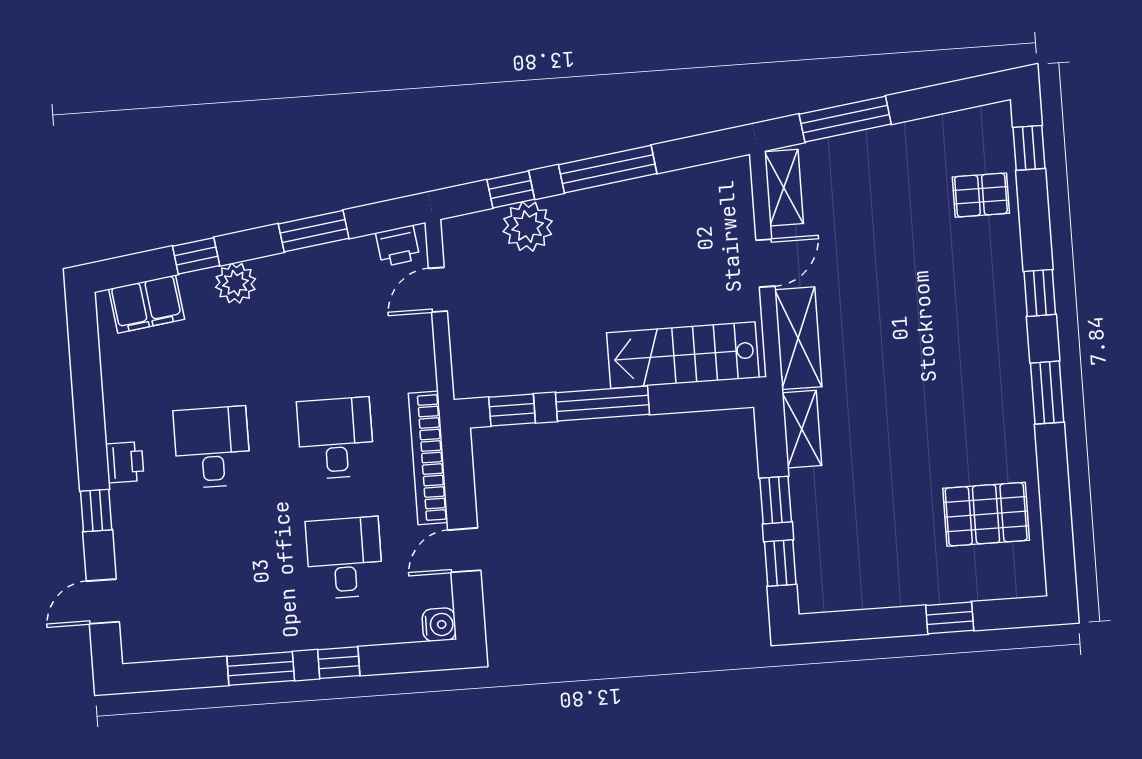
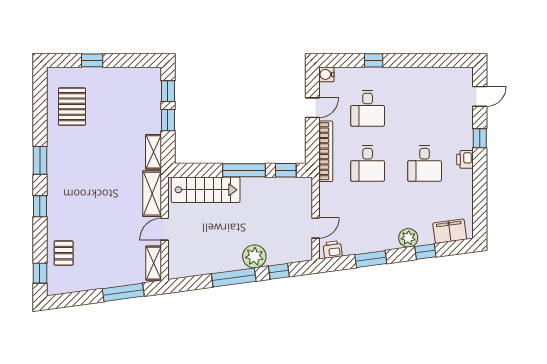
pallet: (981, 195) -> (64, 253), turned 90
plant: (528, 226) -> (254, 256), moved
pallet: (986, 514) -> (72, 107), turned 90
window: (261, 668) -> (410, 60), removed

